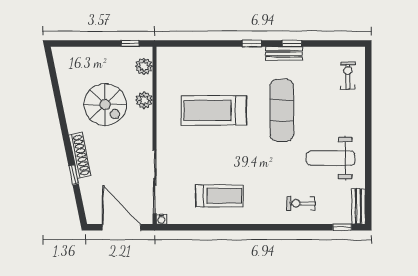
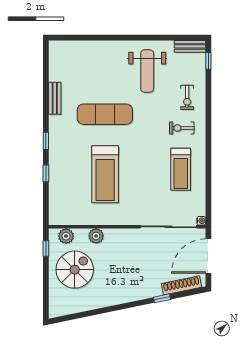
window: (292, 43) -> (46, 173), moved
bench: (284, 54) -> (55, 98), moved
exercise bike: (348, 76) -> (182, 128), moved
spiral stairs: (105, 104) -> (75, 270), moved
shoe rack: (80, 155) -> (181, 285), moved
treadmill: (220, 196) -> (181, 169), turned 180

